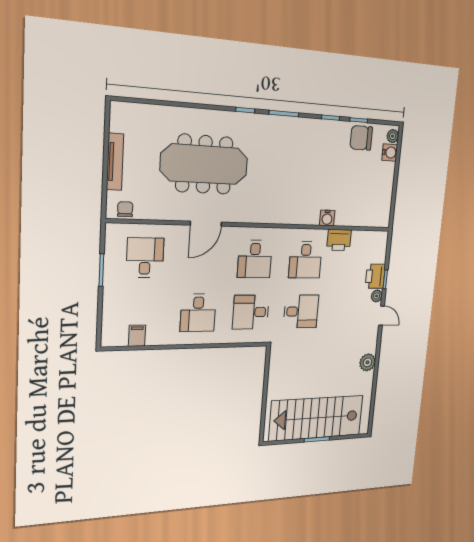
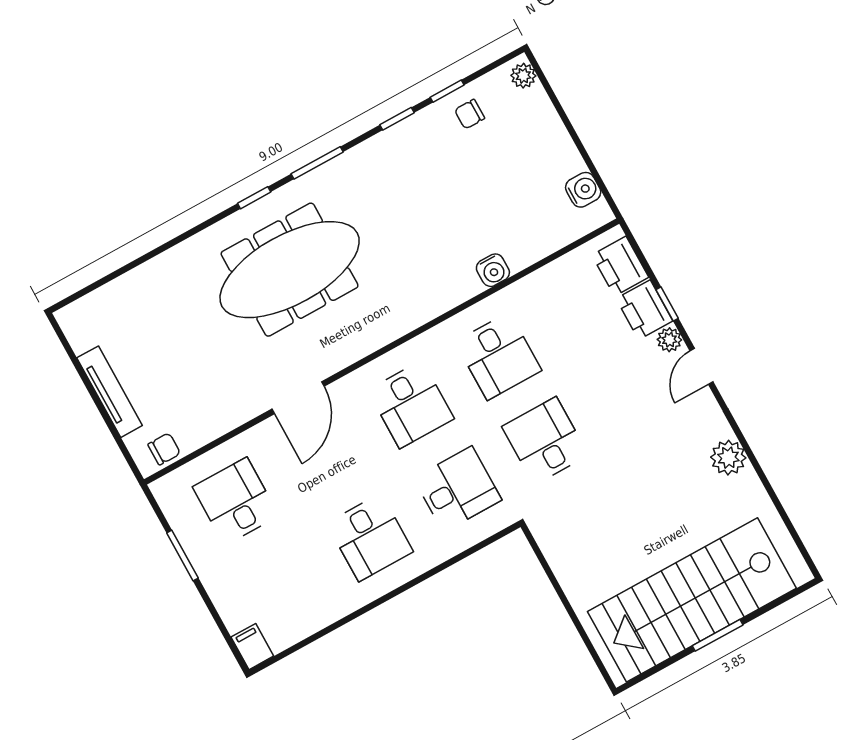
chair: (361, 138) -> (470, 114), width x0.54, depth x0.54
water cooler: (390, 152) -> (583, 190), moved
meeting table: (204, 164) -> (290, 270), moved
chair: (125, 209) -> (164, 449), turned 90
printer: (339, 240) -> (620, 266), moved, turned 90
desk: (301, 311) -> (545, 441), turned -90
desk: (251, 312) -> (458, 489), turned 180
door: (381, 316) -> (702, 366), swing flipped
filing cabinet: (137, 336) -> (252, 647), moved

